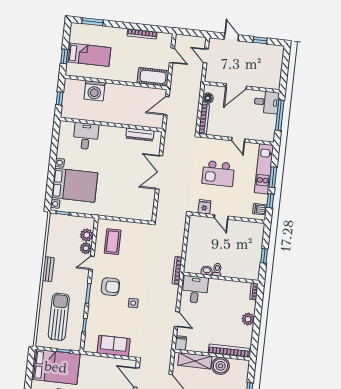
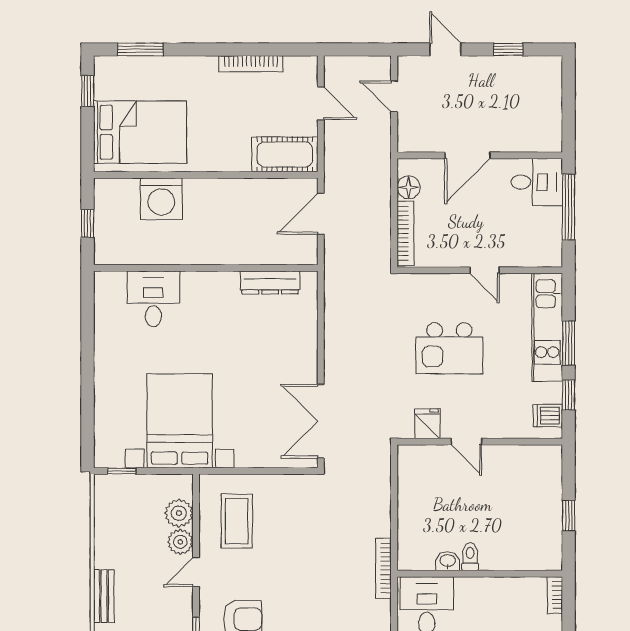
bed: (89, 55) -> (140, 132), width x1.50
window: (64, 56) -> (88, 91), moved
double door: (159, 172) -> (321, 421), moved
bed with nightstands: (75, 185) -> (180, 421), moved, turned -90

